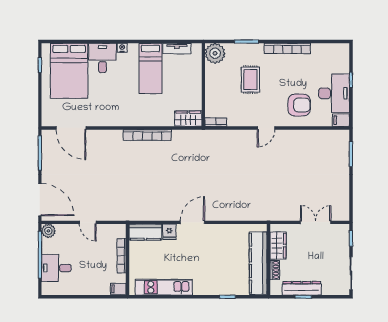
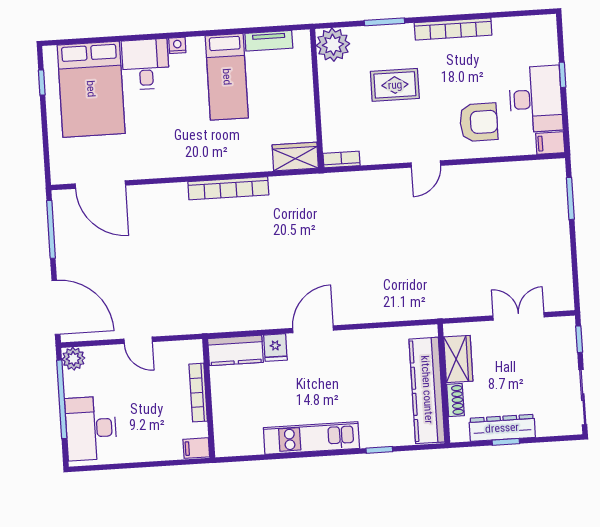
rug: (250, 80) -> (395, 85), turned 90
desk: (56, 268) -> (91, 428), width x1.37
kitchen unit: (164, 287) -> (311, 438), moved

